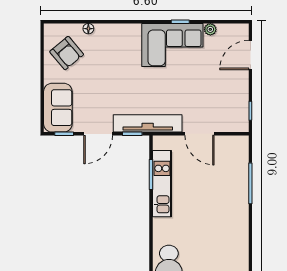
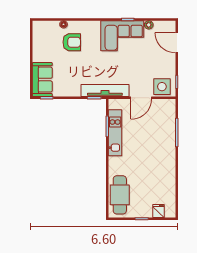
armchair: (67, 53) -> (72, 42), moved, turned -50
door: (250, 55) -> (177, 43), hinge flipped
side table: (229, 118) -> (162, 87), added
door: (98, 134) -> (70, 98), removed
door: (199, 134) -> (141, 98), hinge flipped

